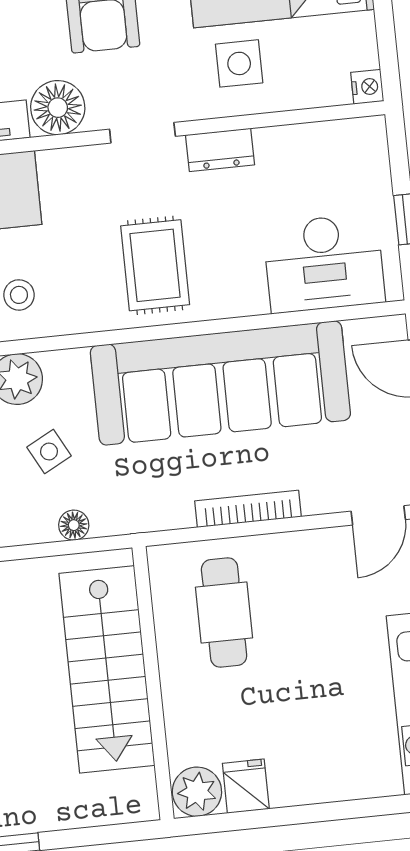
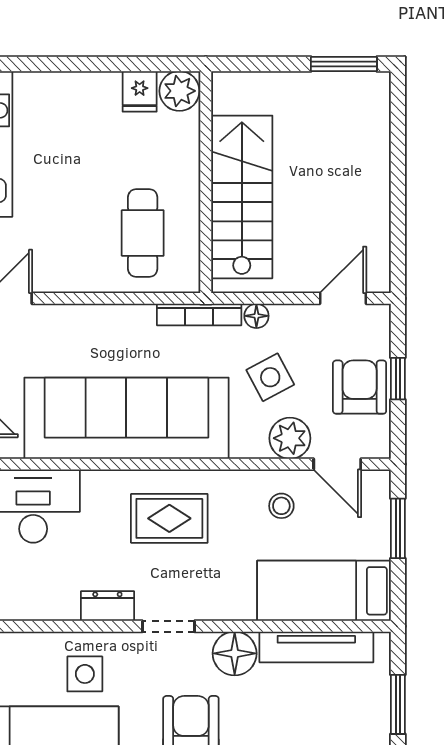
rug: (155, 265) -> (169, 518), turned 90
side table: (49, 452) -> (270, 377), width x1.37, depth x1.37
bookcase: (248, 509) -> (199, 315), moved

